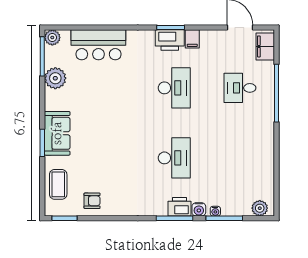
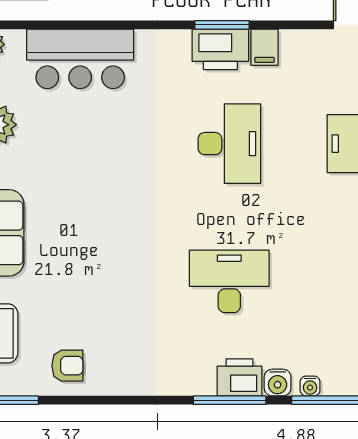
desk: (174, 158) -> (229, 281), turned -90

